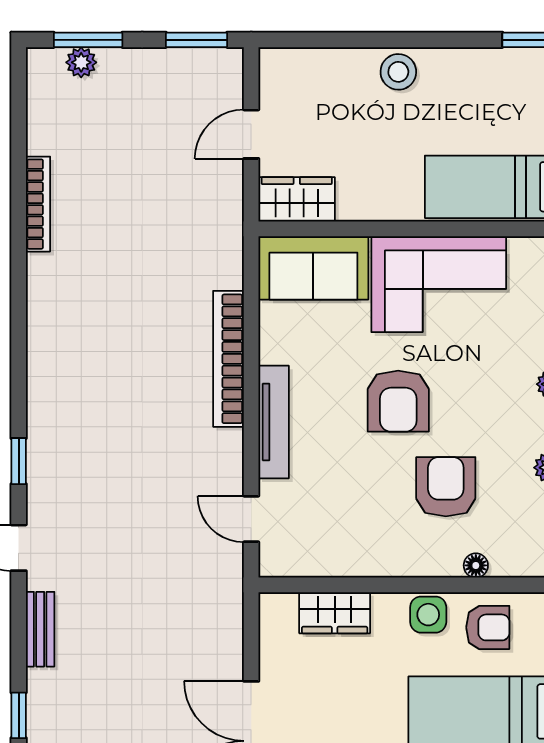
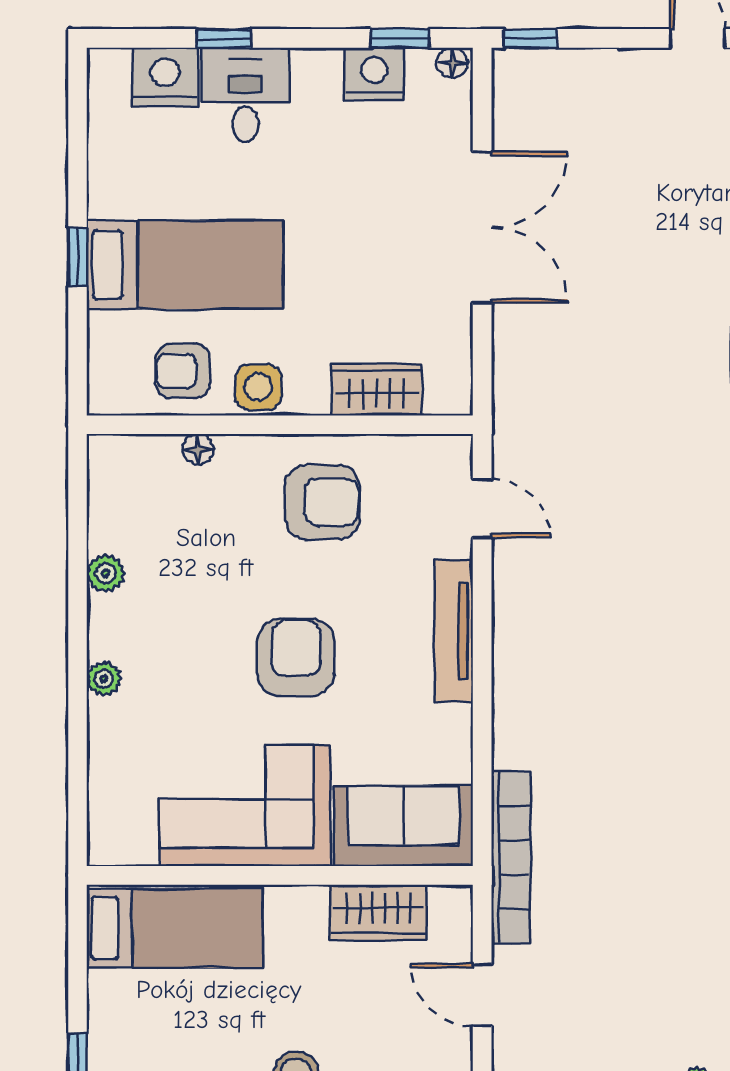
door: (251, 134) -> (482, 995), swing flipped
wardrobe: (297, 199) -> (378, 913), moved
bookcase: (228, 359) -> (511, 857), moved
armchair: (446, 487) -> (322, 502), moved, turned -90

